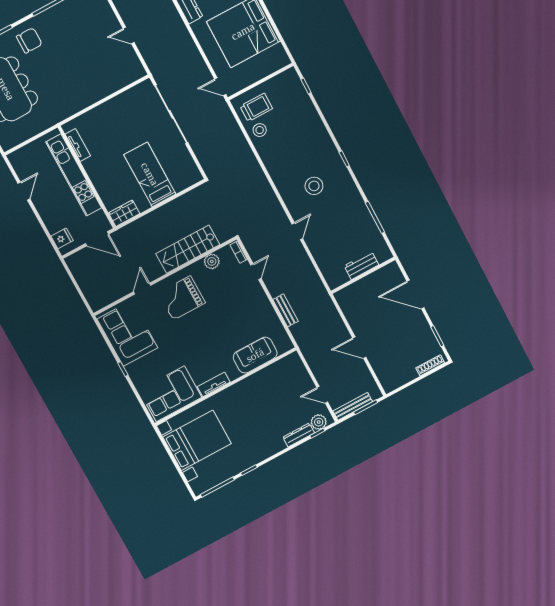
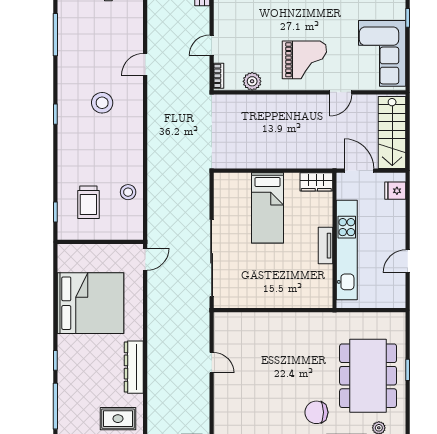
door: (220, 87) -> (145, 259), hinge flipped
trolley: (256, 107) -> (88, 202), moved, turned -90
tv unit: (78, 145) -> (325, 246), moved
stairs: (188, 249) -> (392, 132), moved, turned 90

